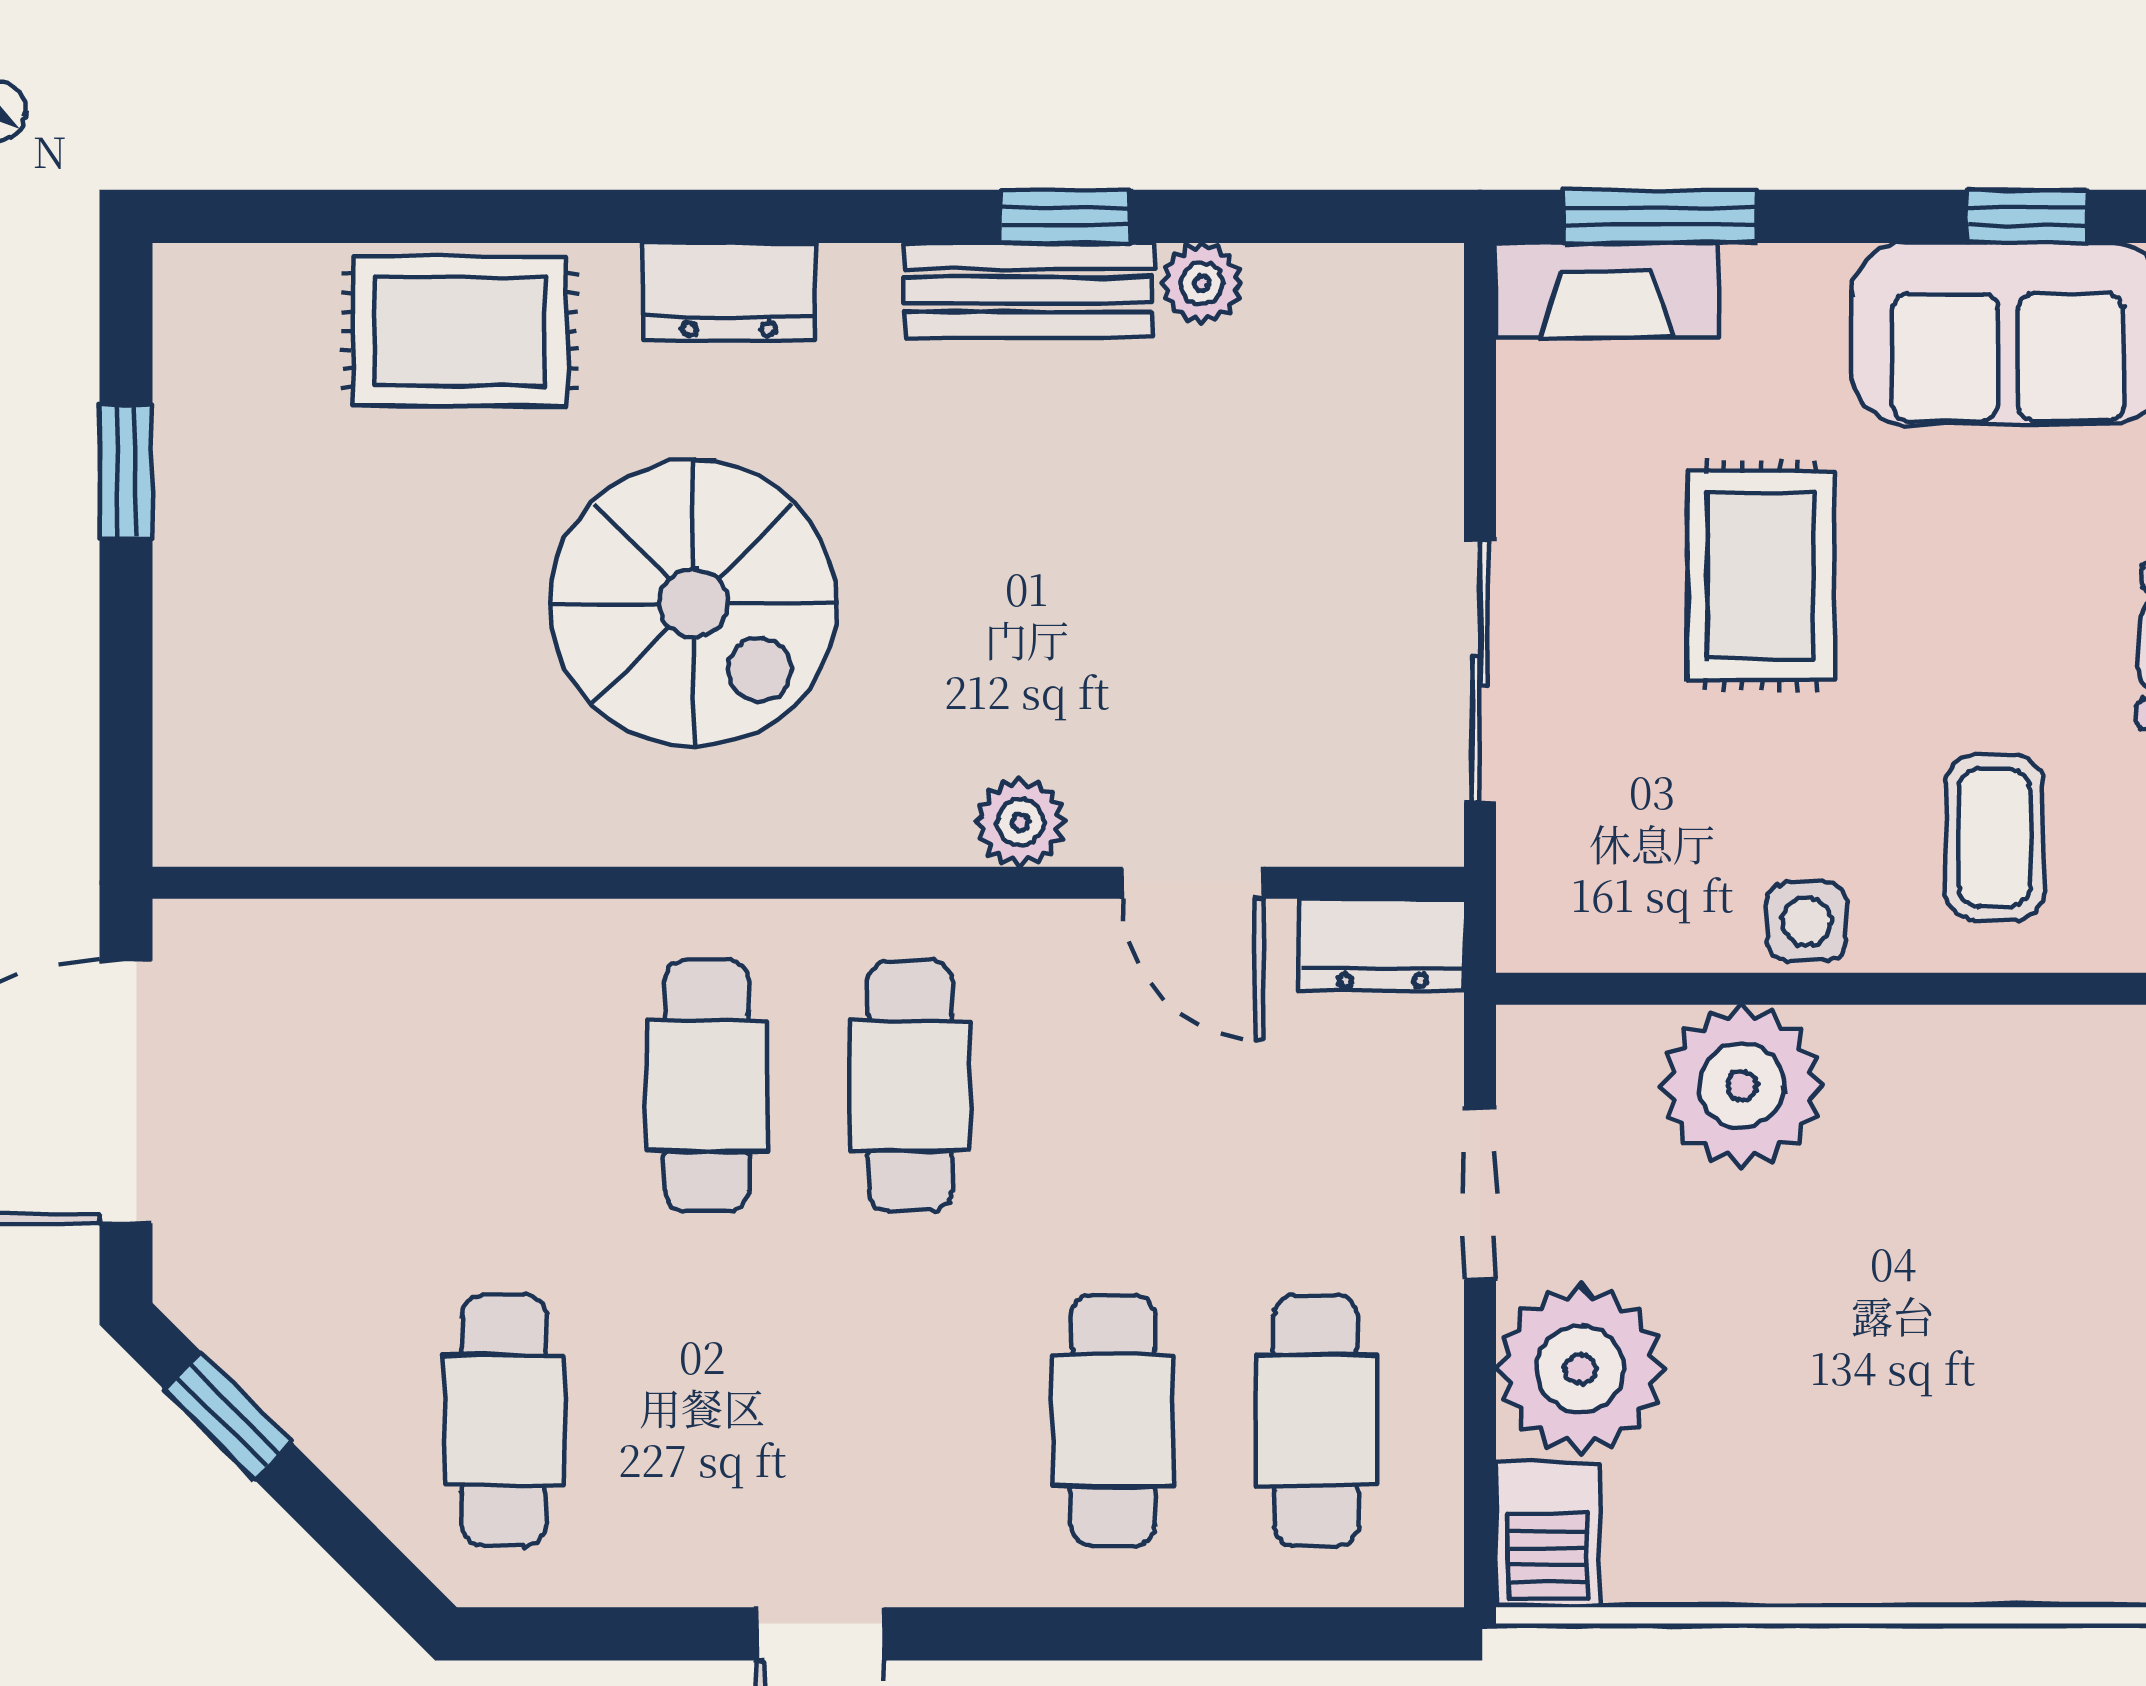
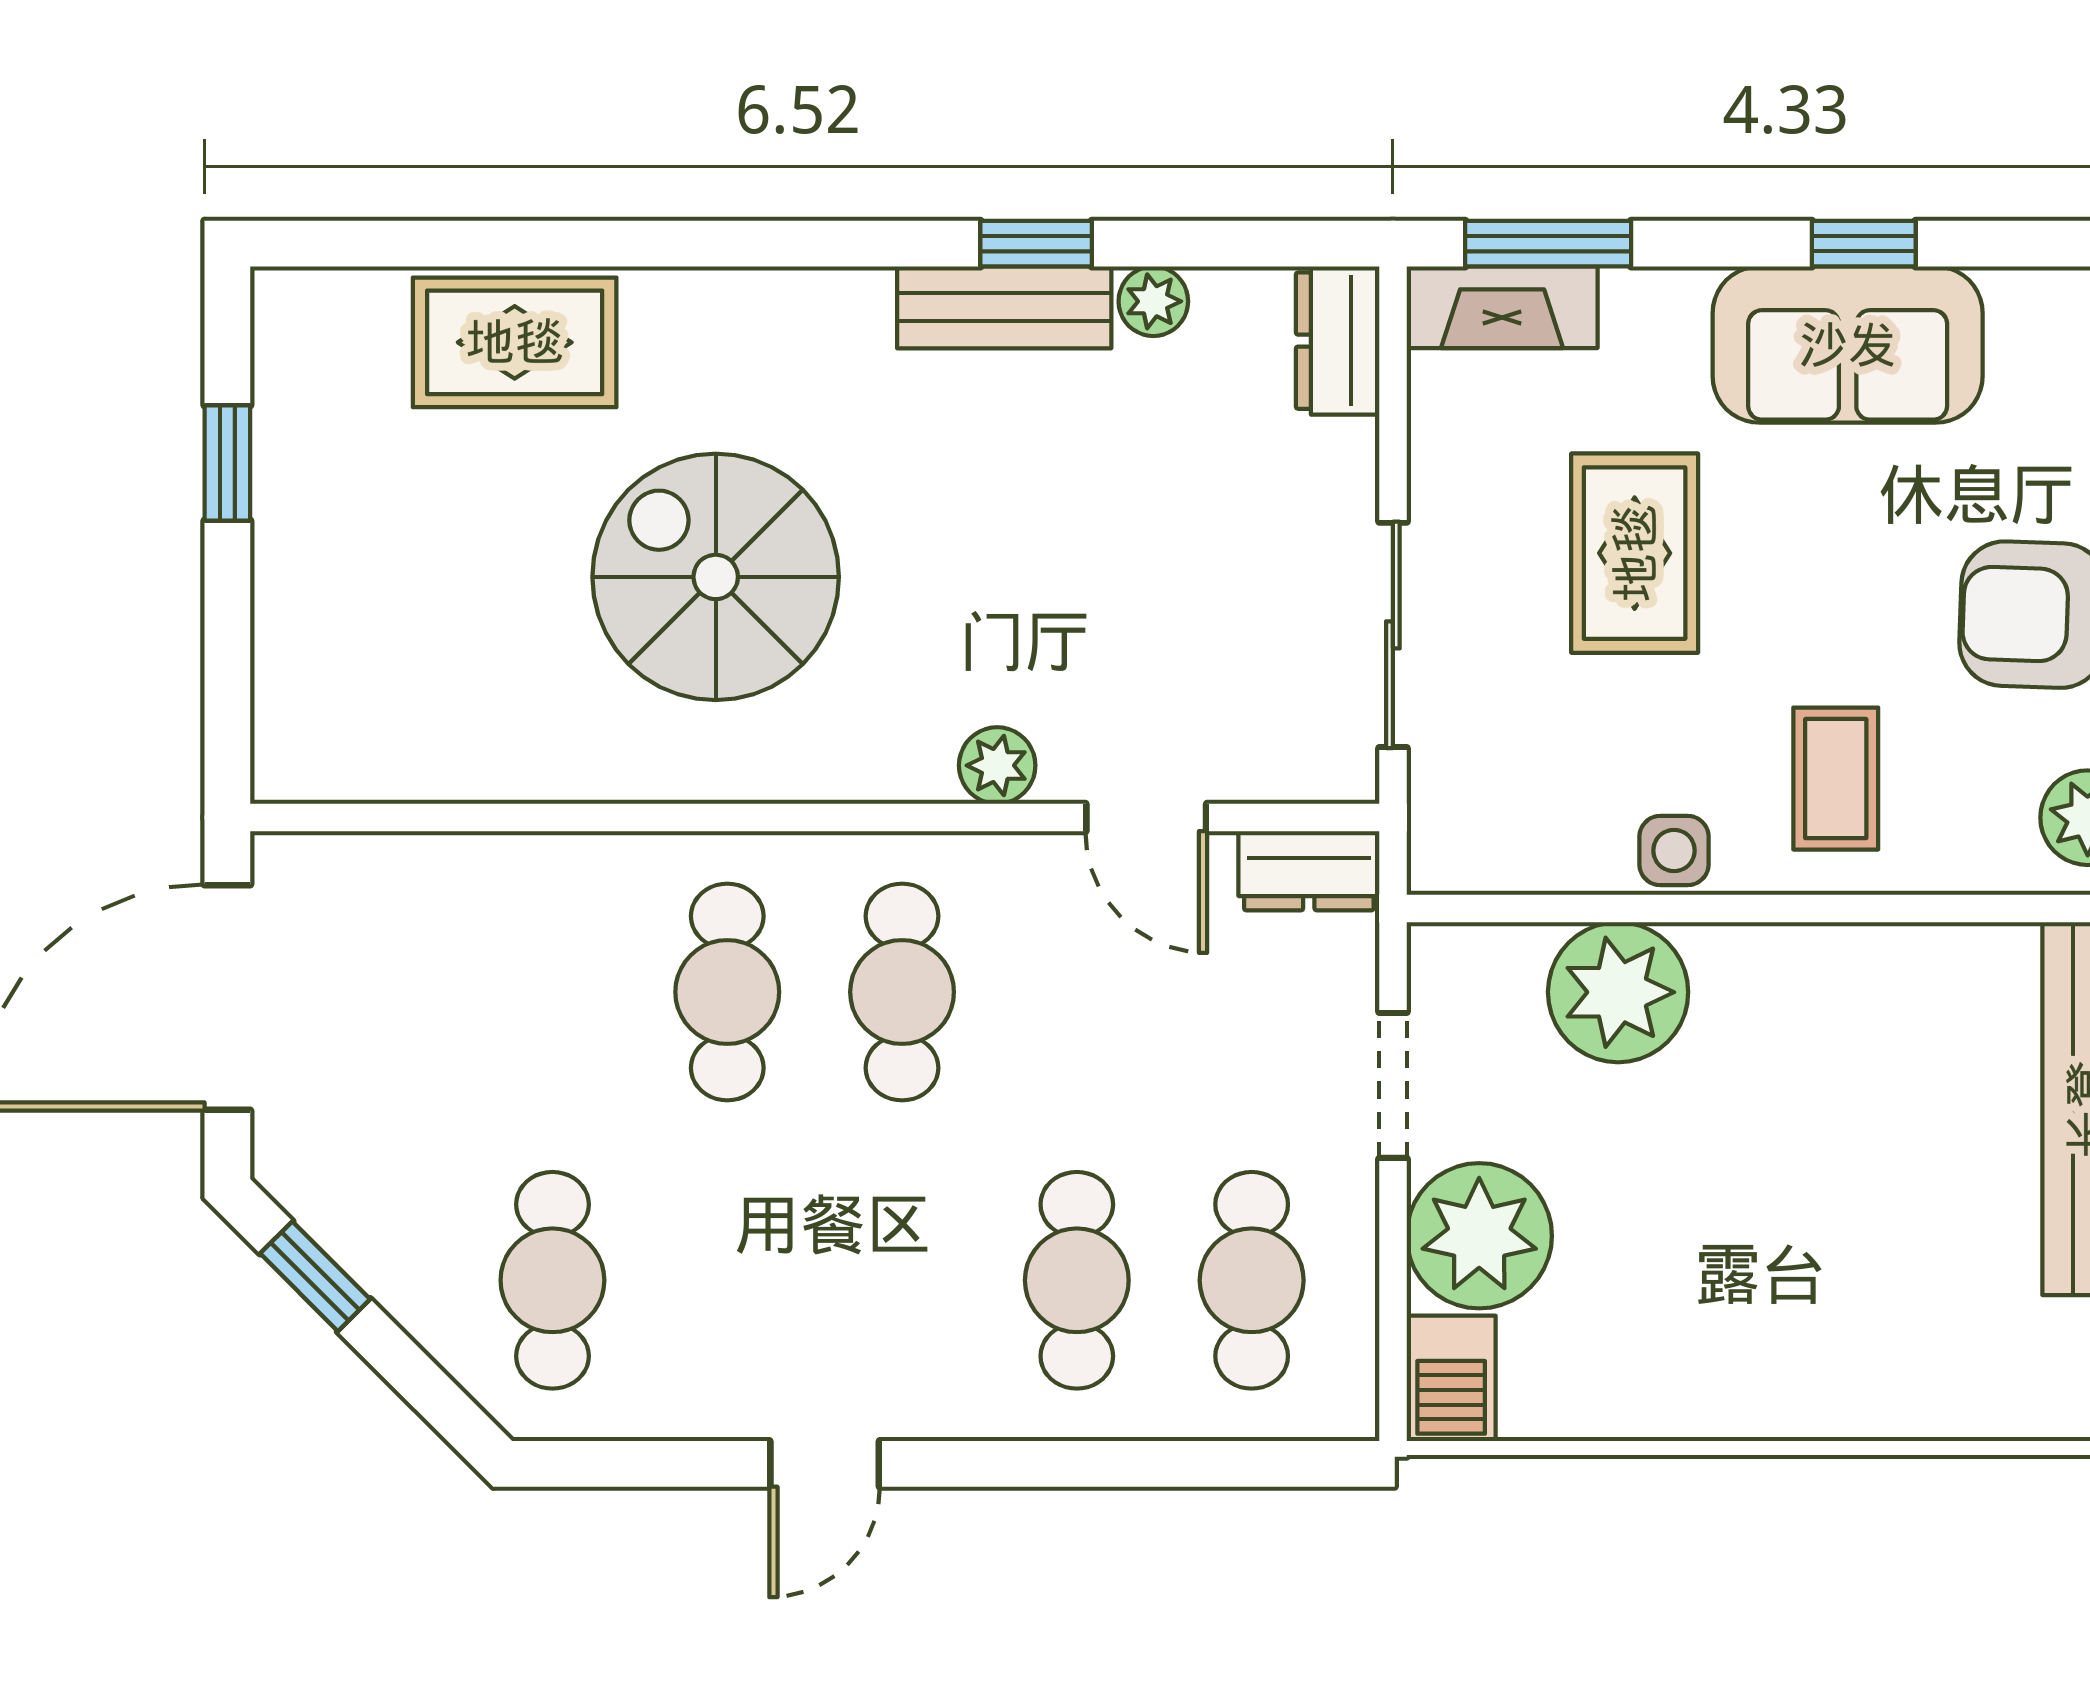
dresser: (729, 291) -> (1338, 341), moved, turned 90
spiral stairs: (693, 604) -> (716, 577), turned 180

